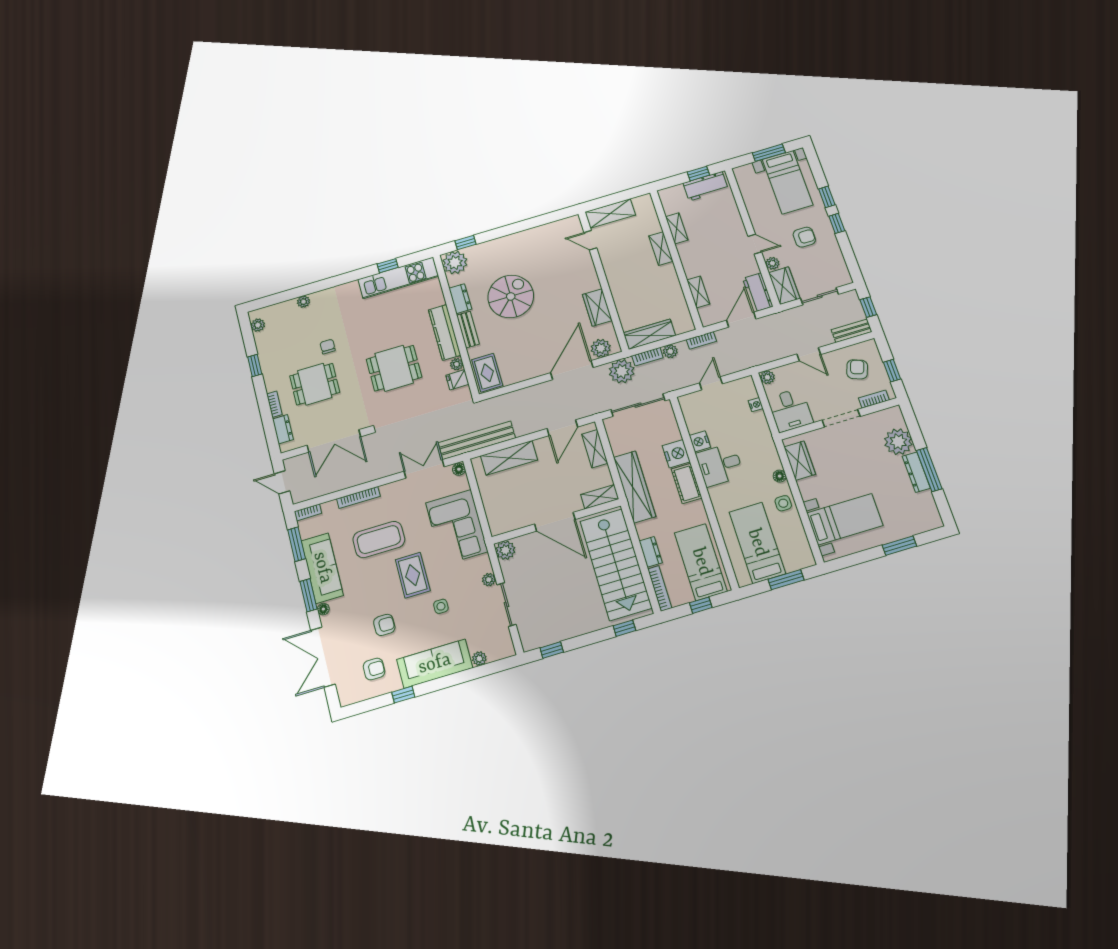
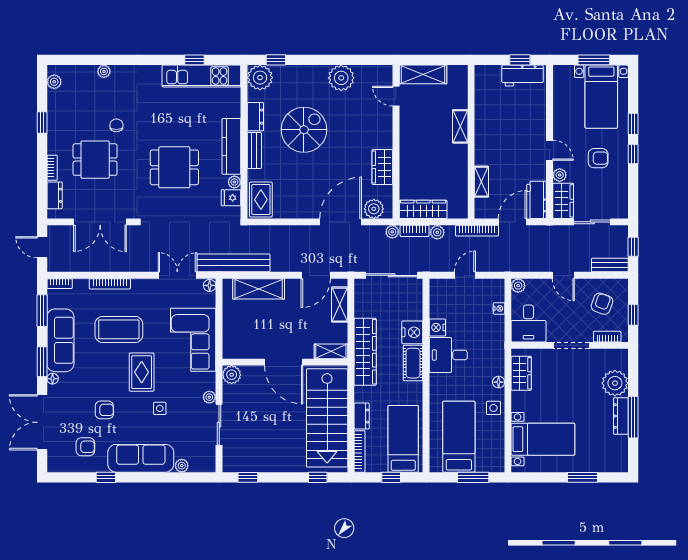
shelving: (677, 228) -> (481, 110), removed
plant: (533, 240) -> (341, 78), added
bookcase: (701, 340) -> (477, 231), width x1.56
plant: (622, 371) -> (392, 232), width x0.53, depth x0.53

